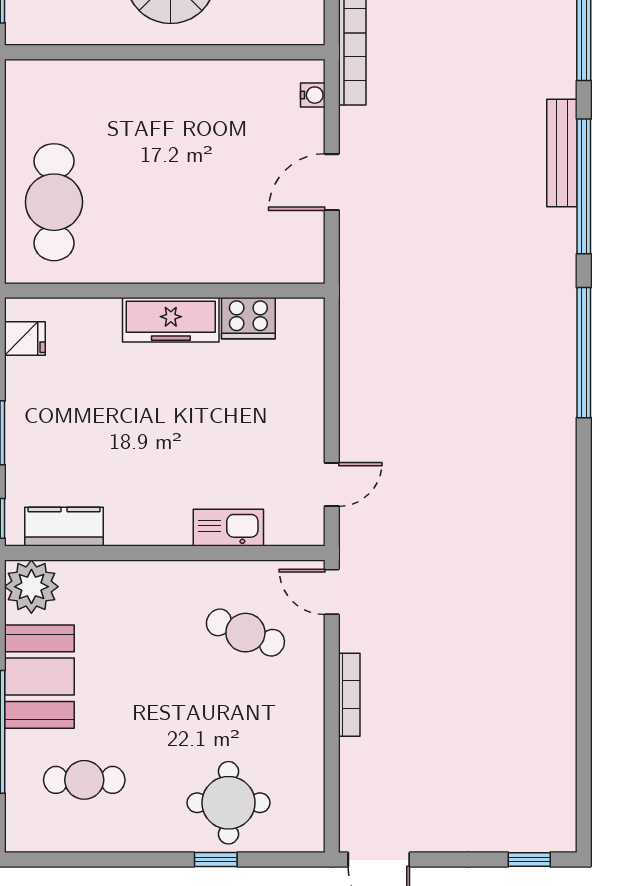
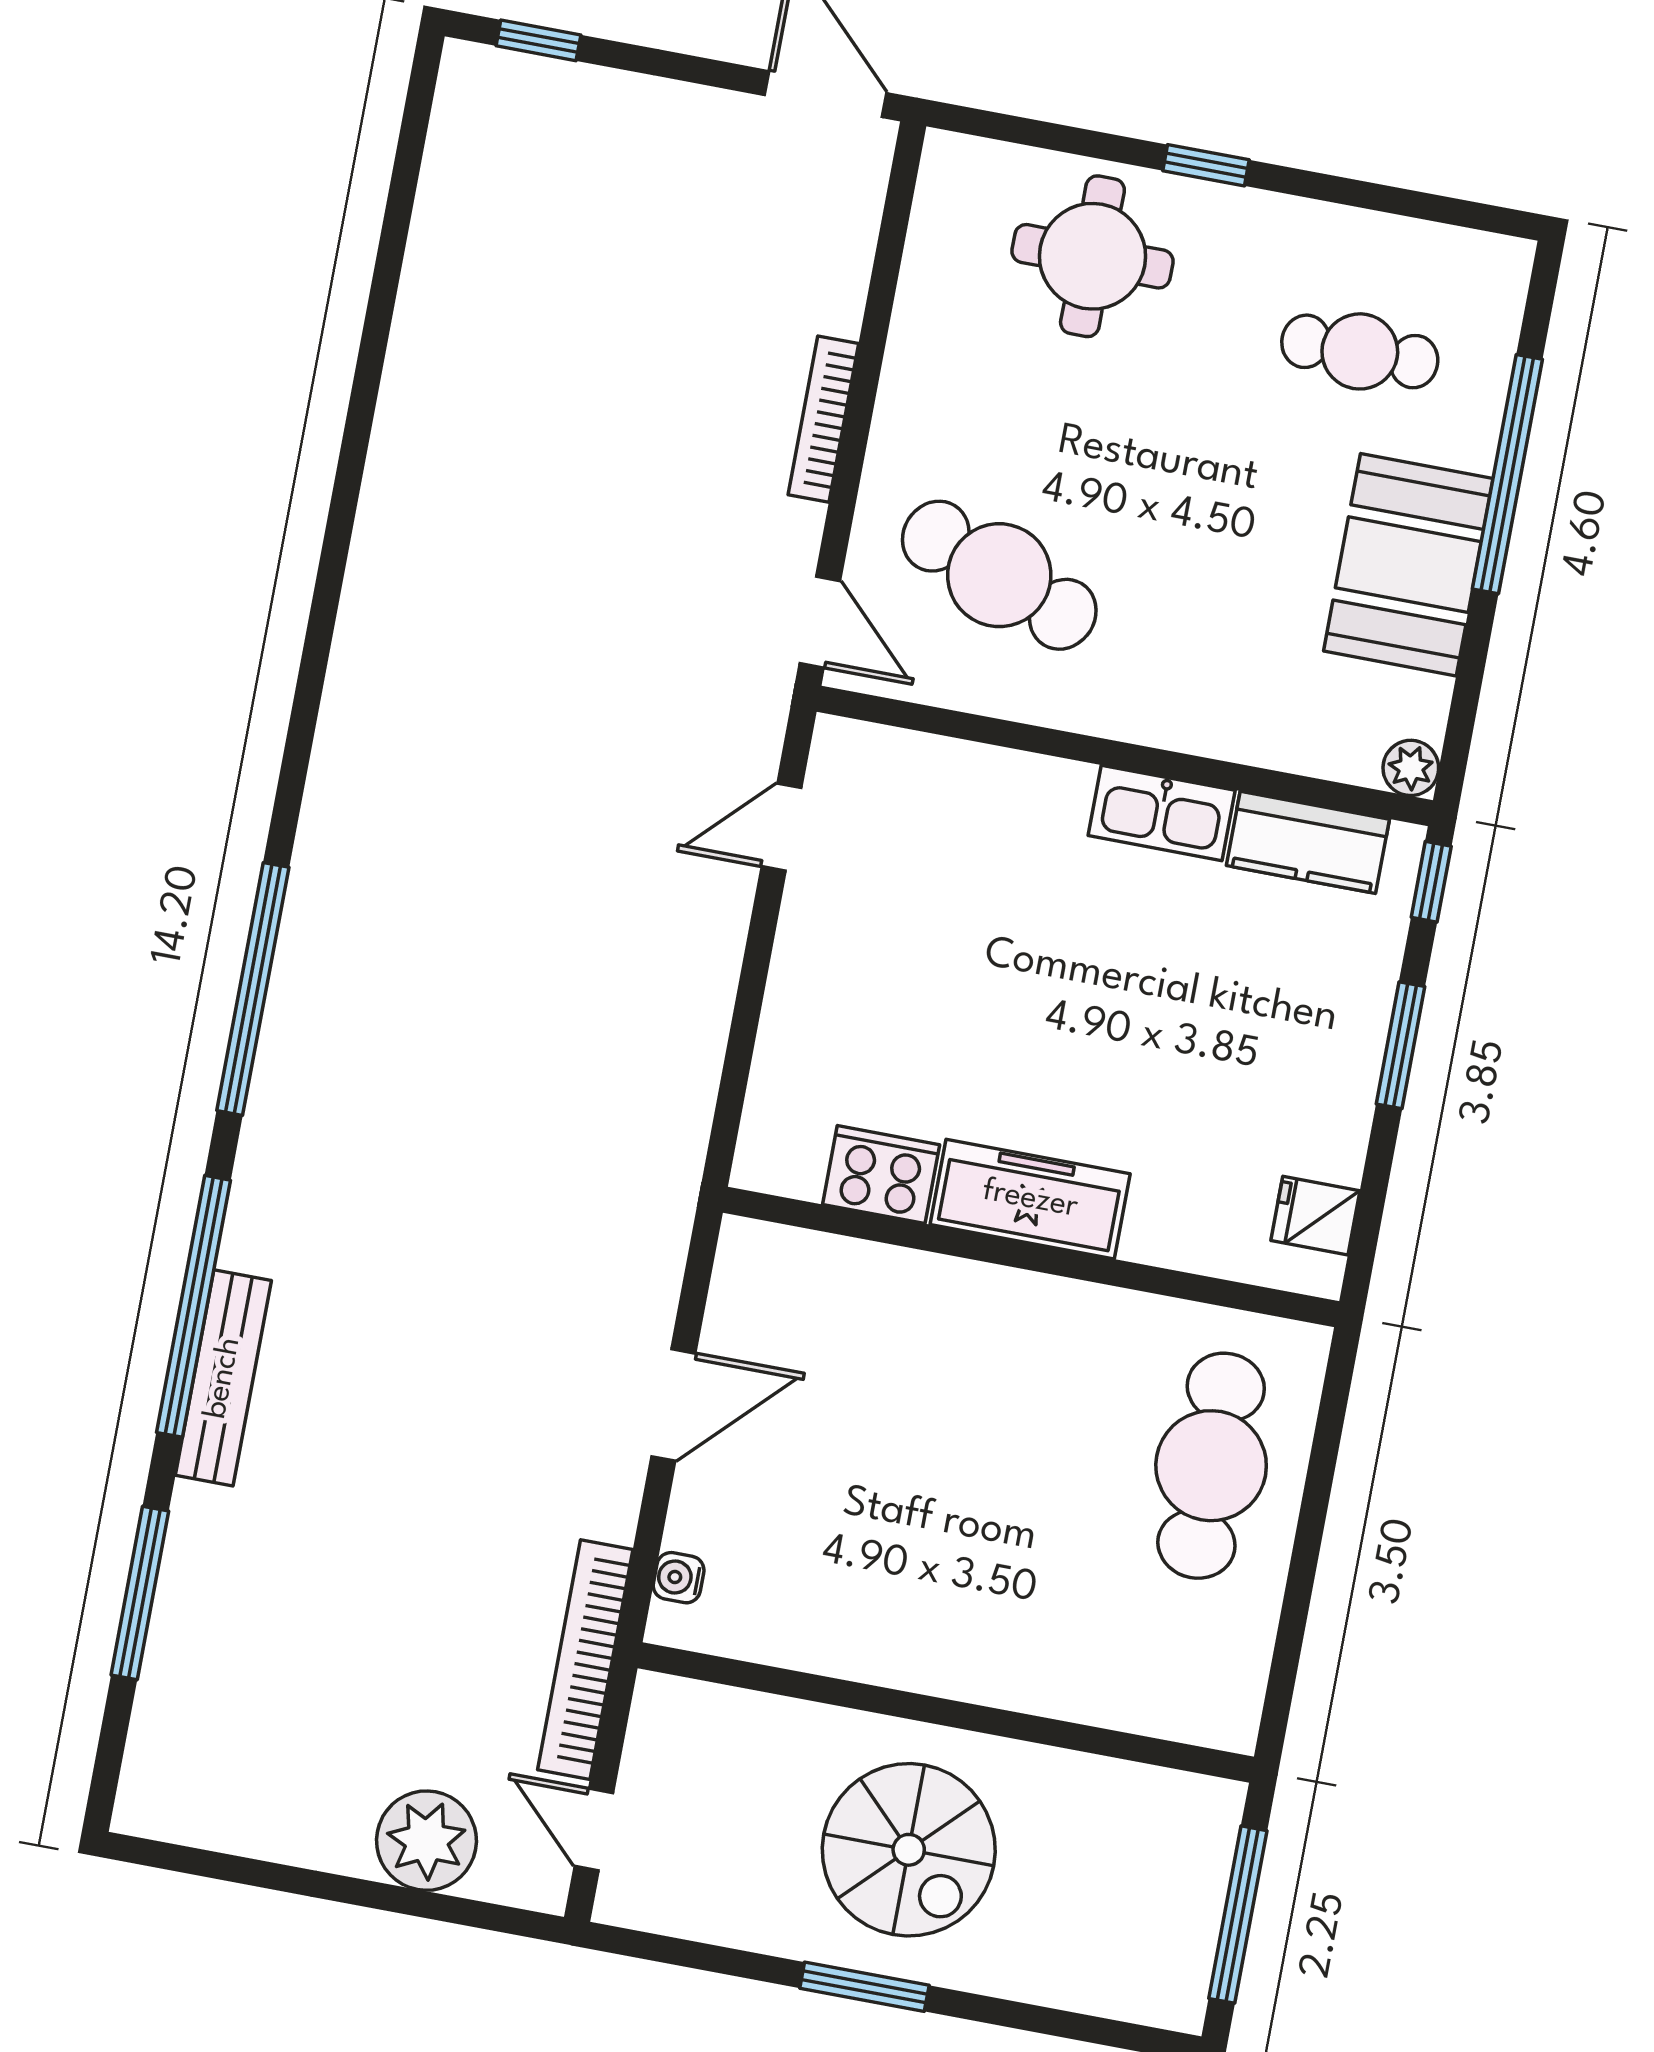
kitchen sink: (228, 528) -> (1162, 813), moved
plant: (31, 587) -> (1411, 768), width x0.53, depth x0.53
cafe table: (245, 633) -> (999, 575), width x1.37, depth x1.35
window: (216, 860) -> (1206, 165), moved

